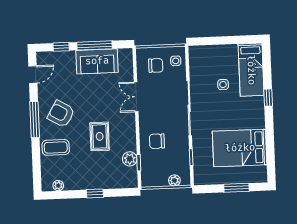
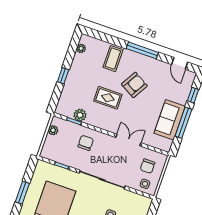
armchair: (61, 114) -> (134, 85), moved
plant: (174, 180) -> (53, 130), moved

